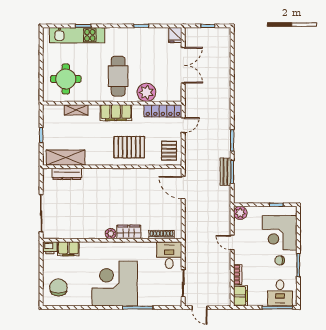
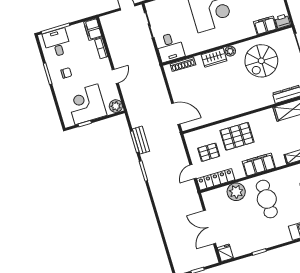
pallet: (169, 151) -> (209, 152), moved, turned 90
spiral stairs: (83, 215) -> (261, 61), added
corner desk: (280, 233) -> (86, 104), moved, turned -90
door: (232, 243) -> (115, 76), hinge flipped

